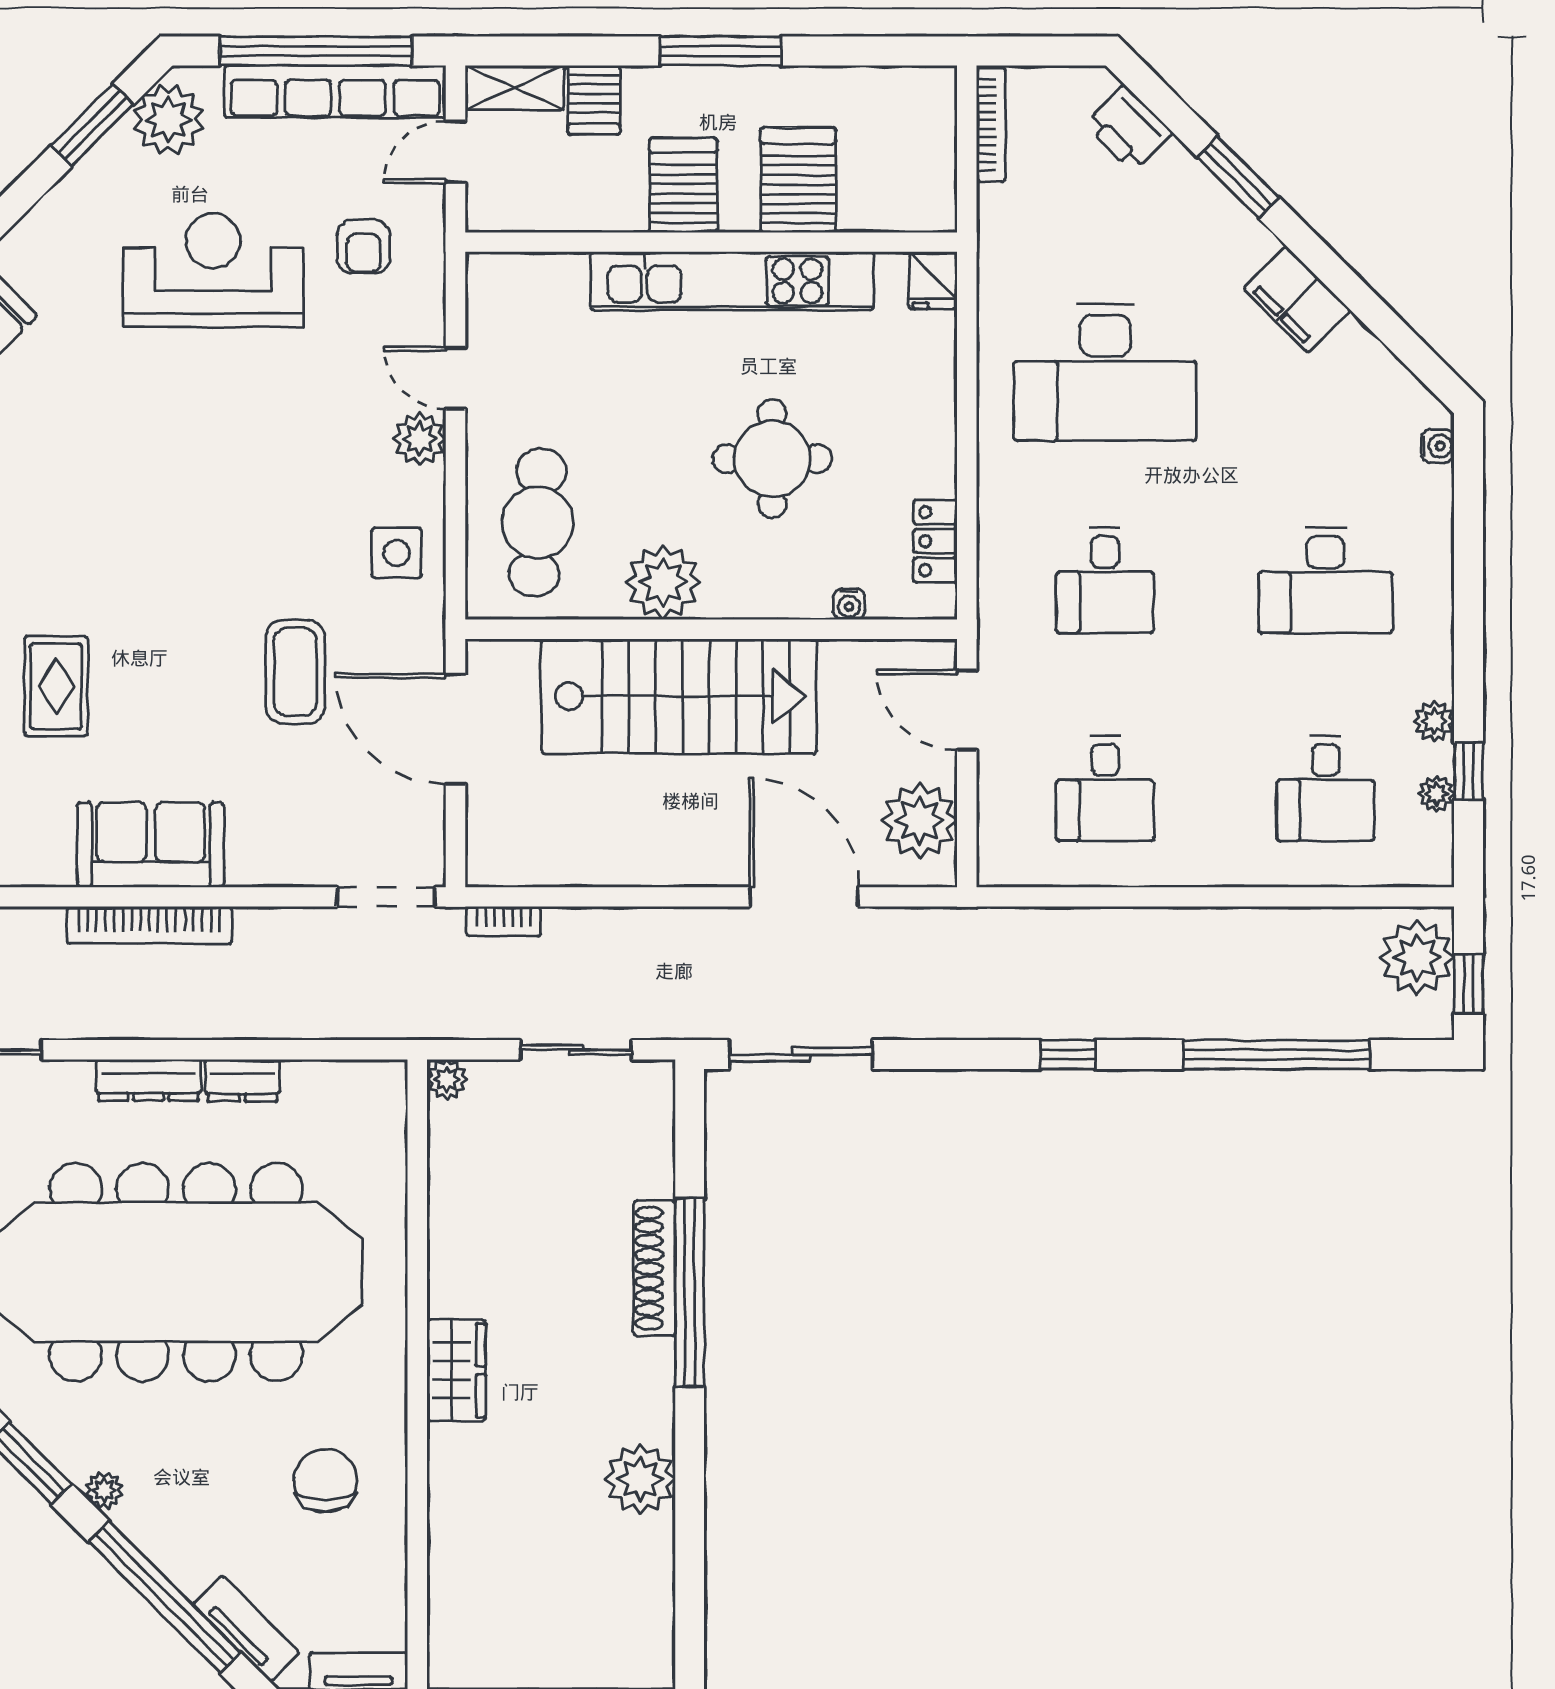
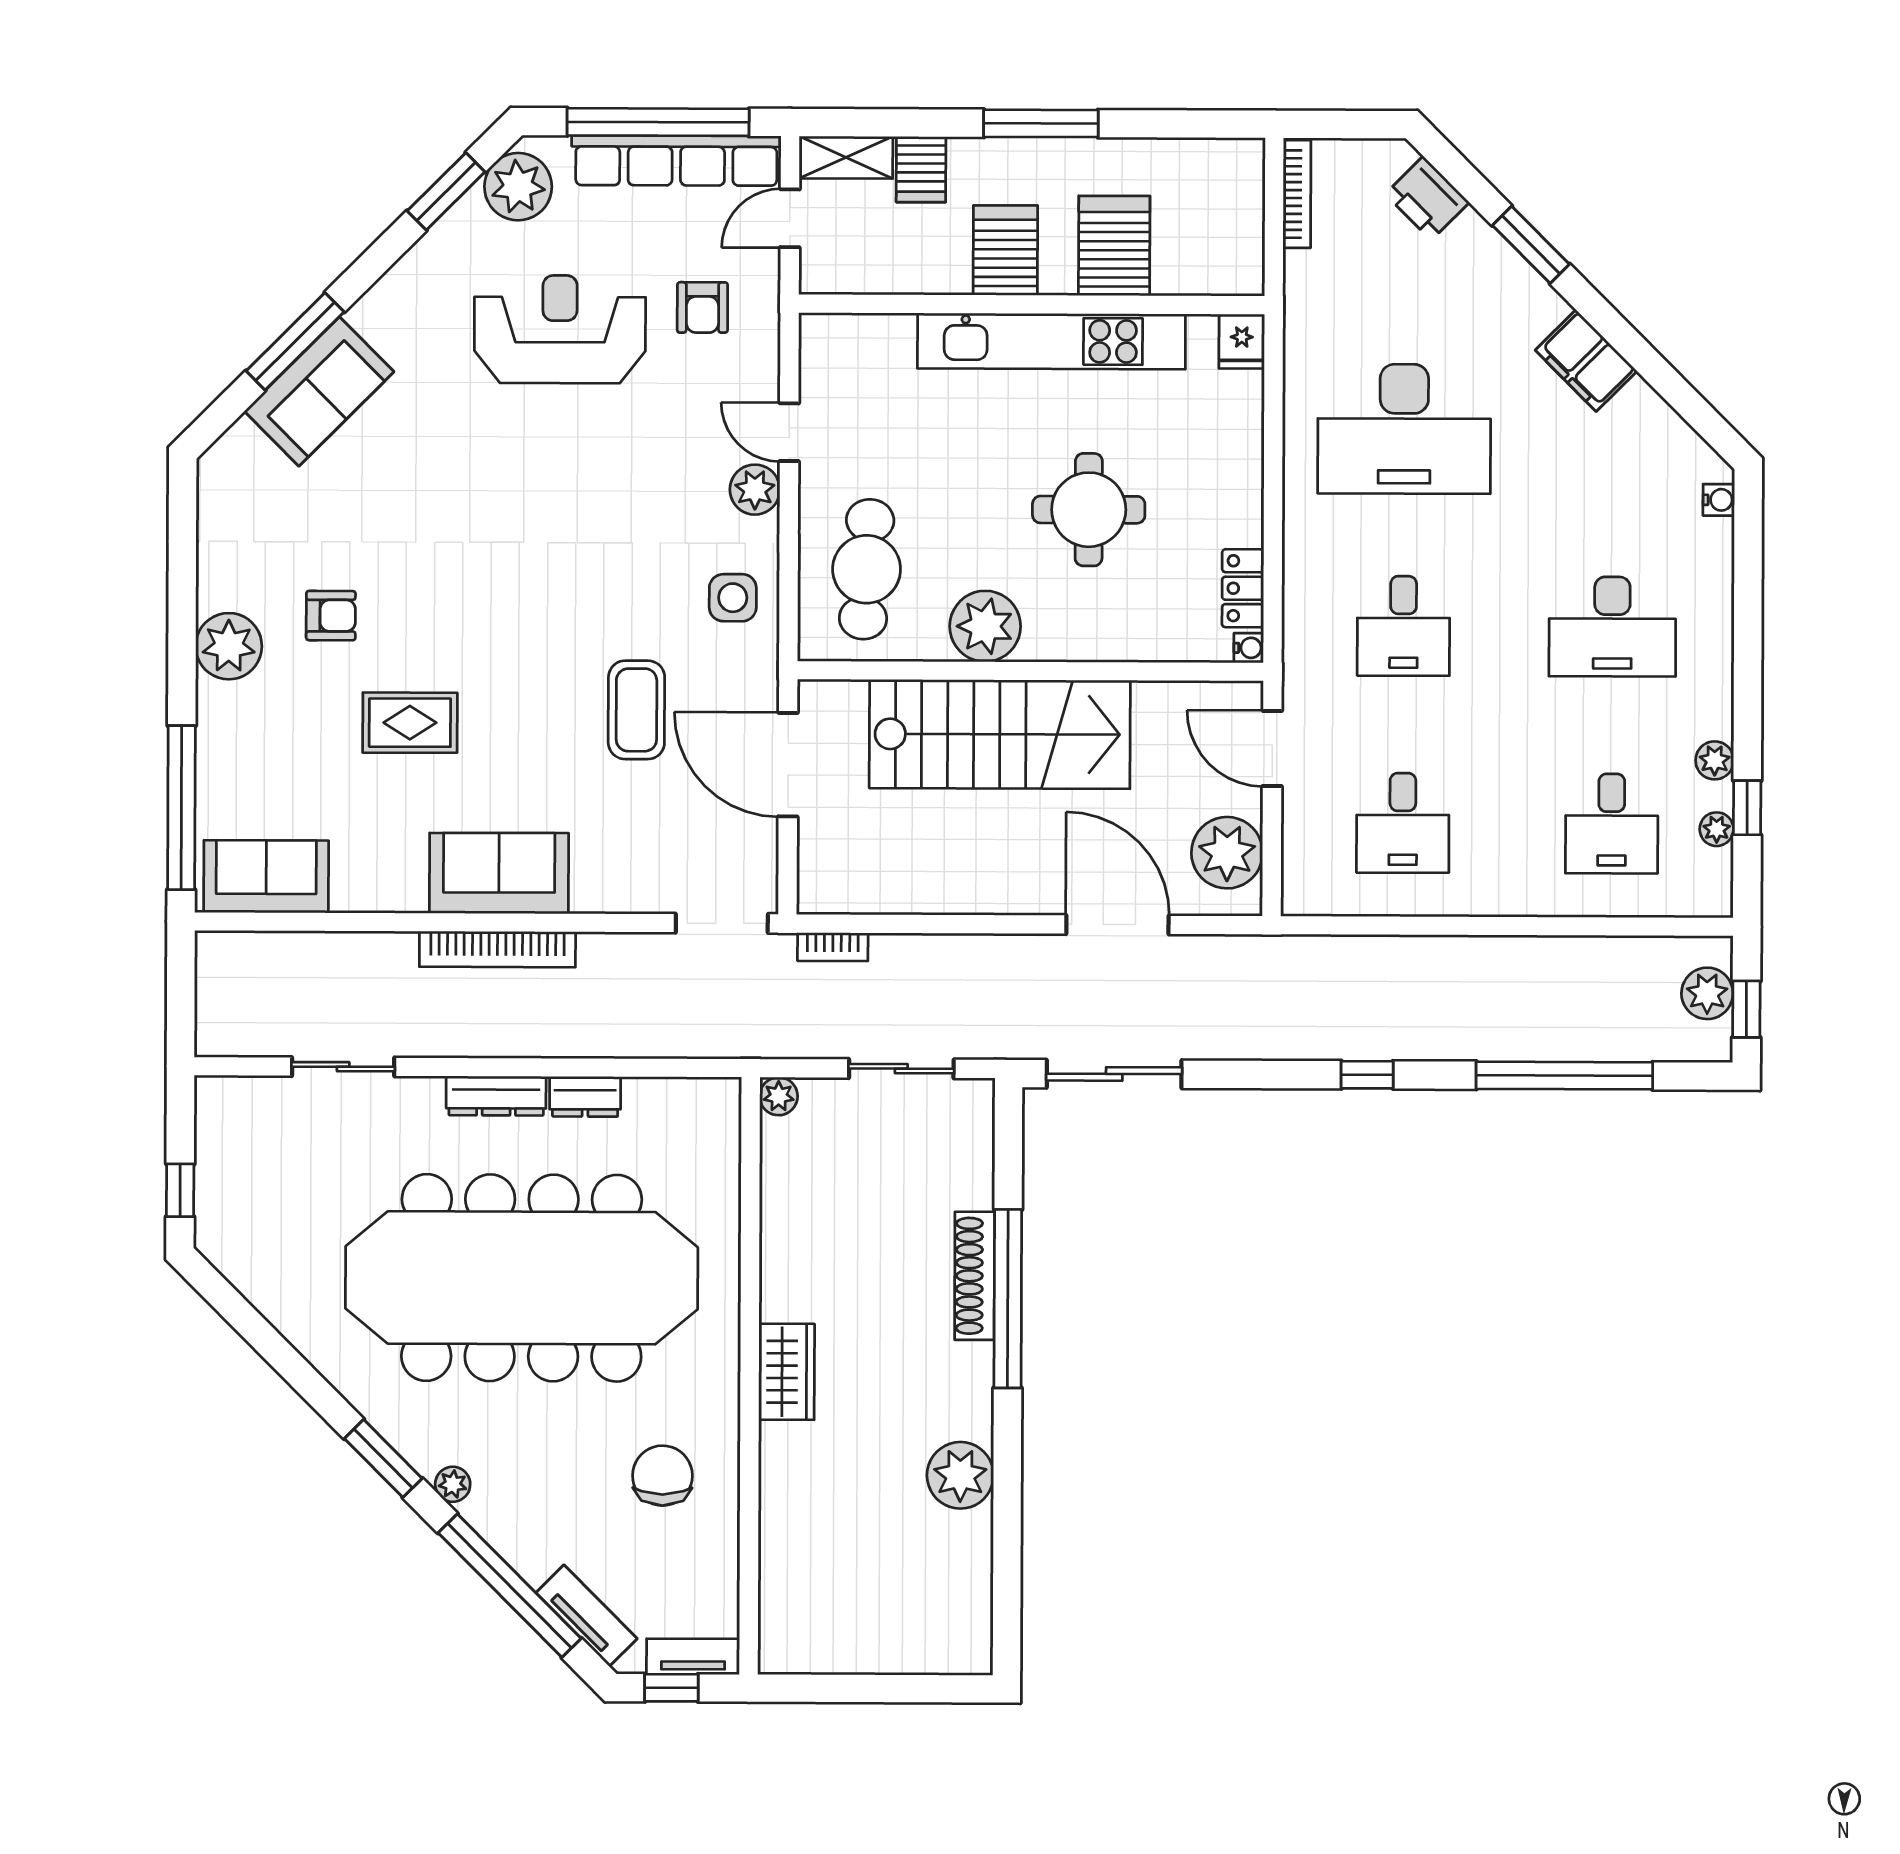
water cooler: (849, 604) -> (1249, 648), moved, turned -90
rug: (56, 686) -> (410, 723), turned 90
plant: (1417, 957) -> (1707, 993), width x0.73, depth x0.73

